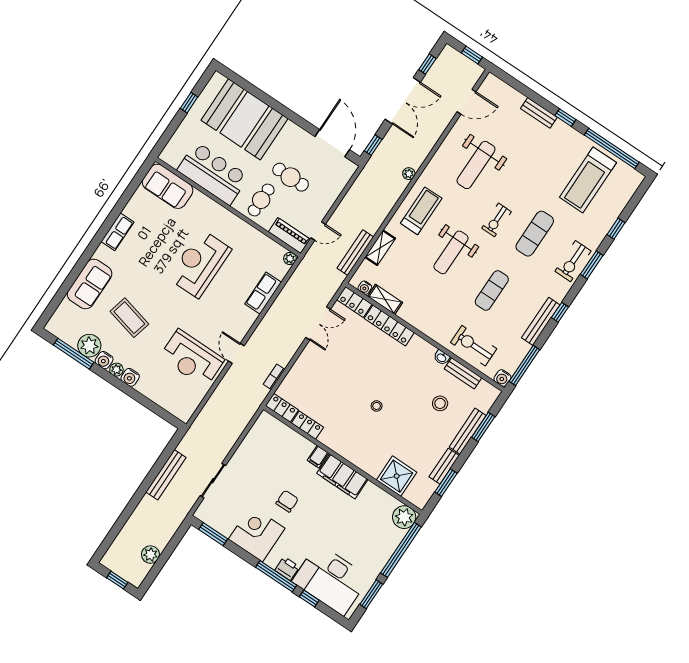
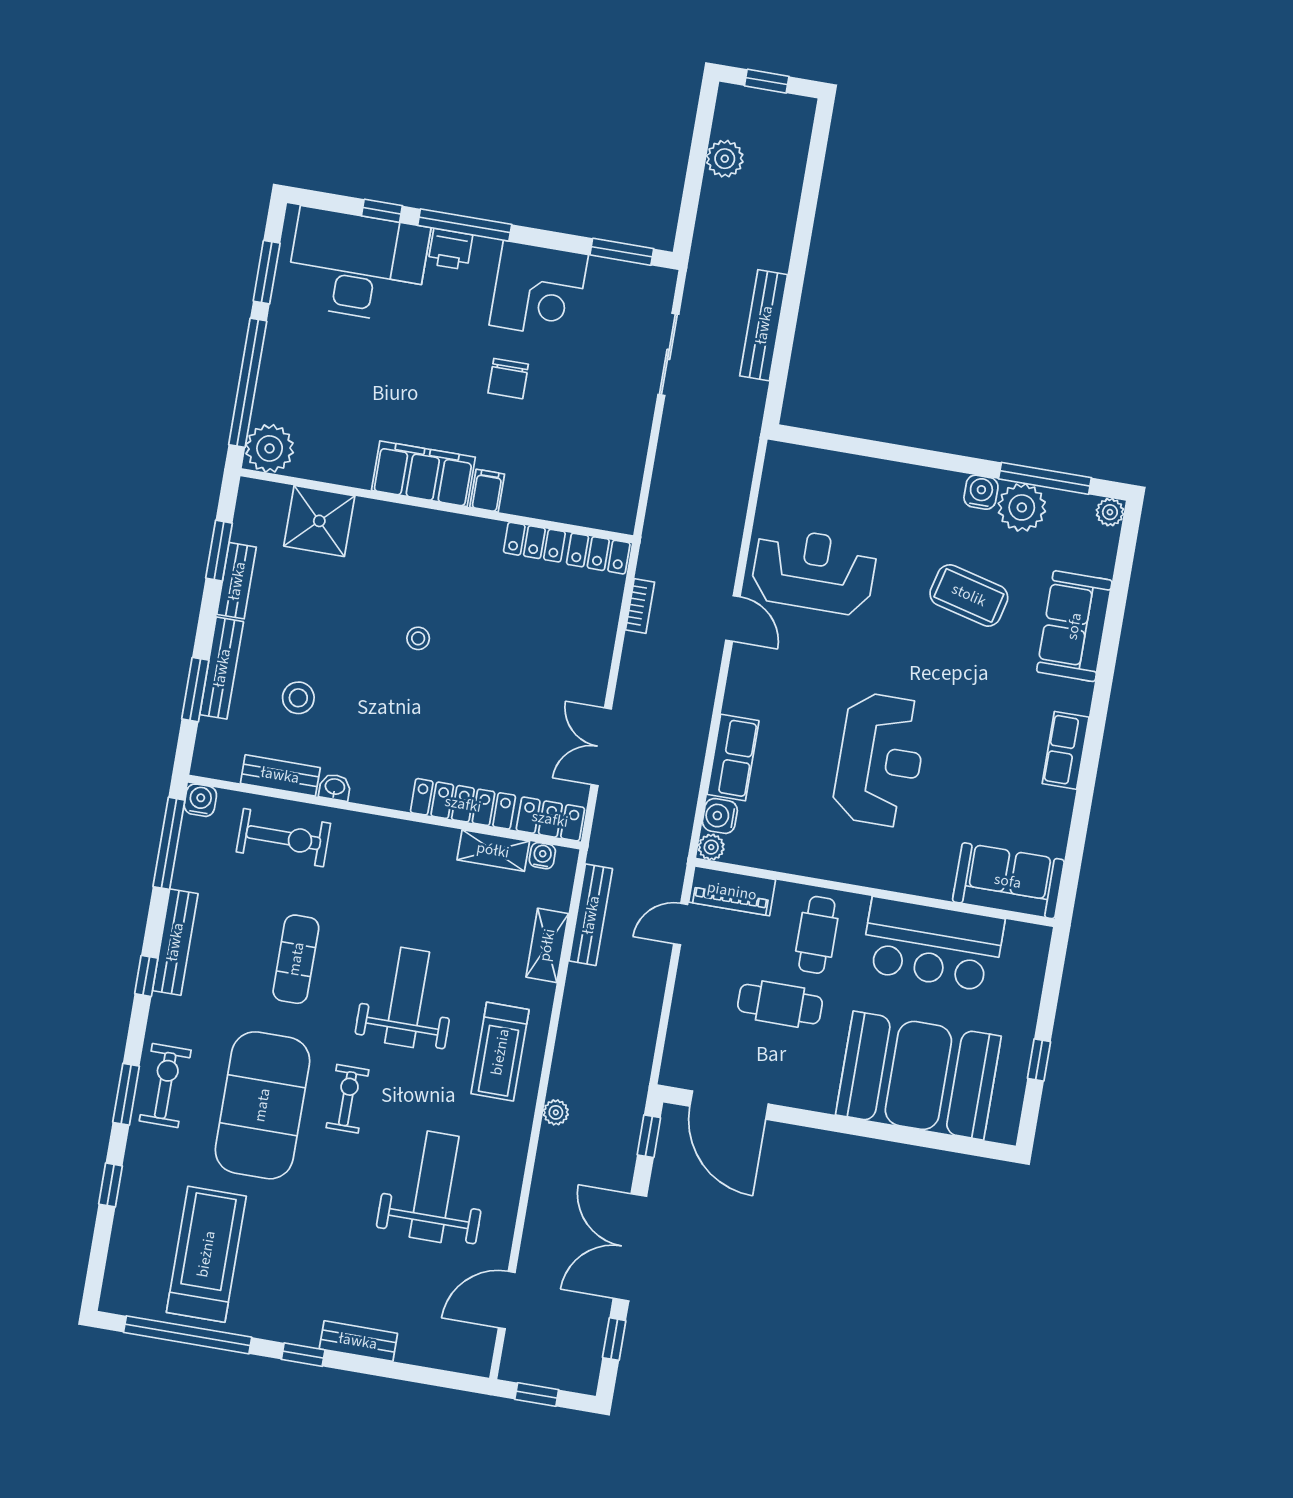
exercise mat: (535, 234) -> (262, 1105), width x2.00, depth x1.45
plant: (116, 370) -> (1110, 512), moved
water cooler: (130, 377) -> (720, 816), moved, turned -90

